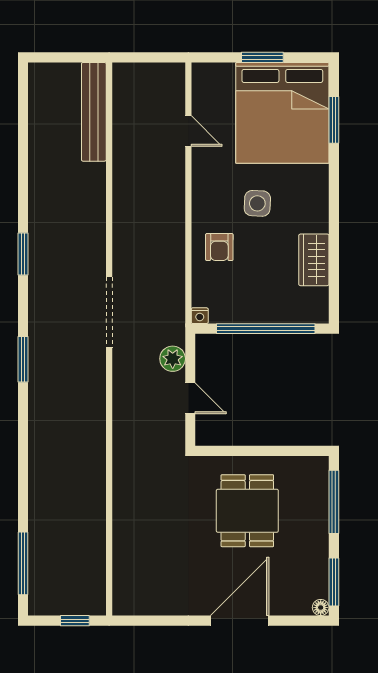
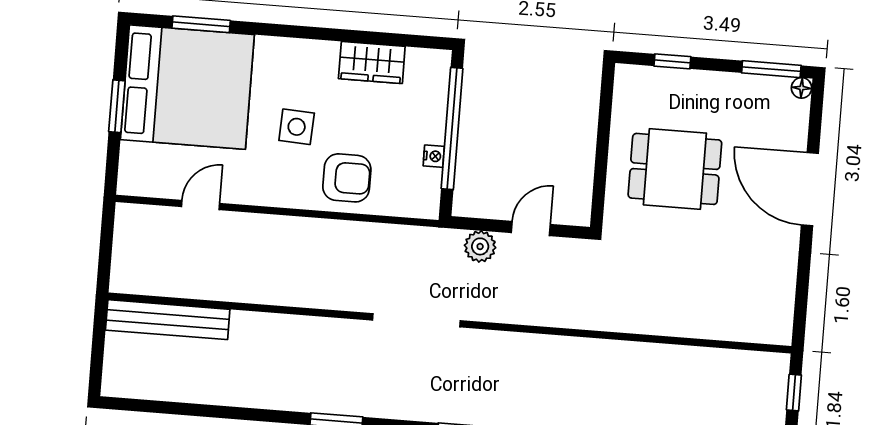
armchair: (219, 247) -> (347, 178), width x1.38, depth x1.38
nightstand: (200, 316) -> (434, 156), moved
window: (334, 502) -> (672, 61), width x0.46

